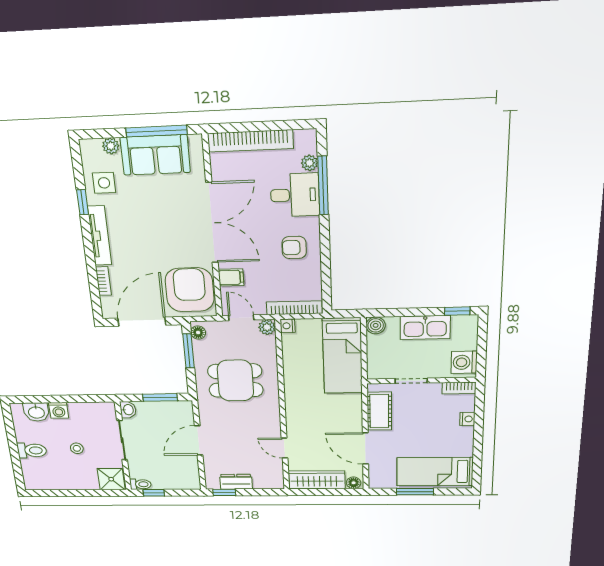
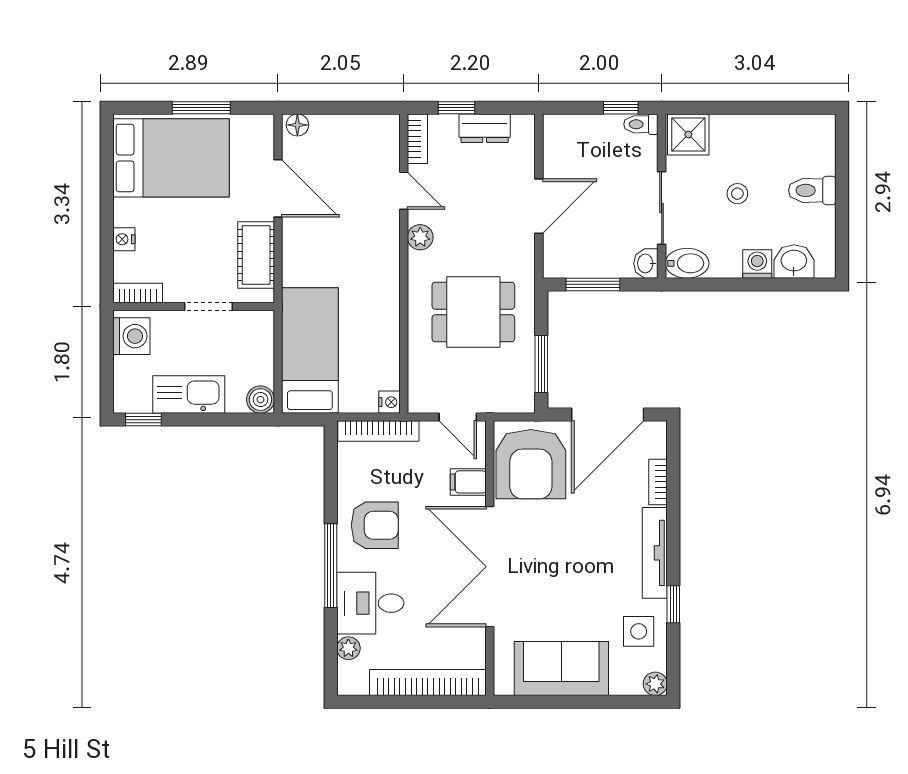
window: (156, 131) -> (556, 702), removed
plant: (111, 146) -> (655, 684), moved
window: (323, 186) -> (331, 566), moved
armchair: (294, 247) -> (375, 525), width x1.38, depth x1.38
plant: (267, 327) -> (420, 237), moved
floor lamp: (198, 333) -> (524, 394), removed
bidet: (102, 410) -> (687, 263), added
bed: (435, 472) -> (171, 158), width x1.50
bookcase: (278, 476) -> (417, 139), added
wardrobe: (317, 480) -> (355, 131), removed
window: (224, 492) -> (456, 108), moved

